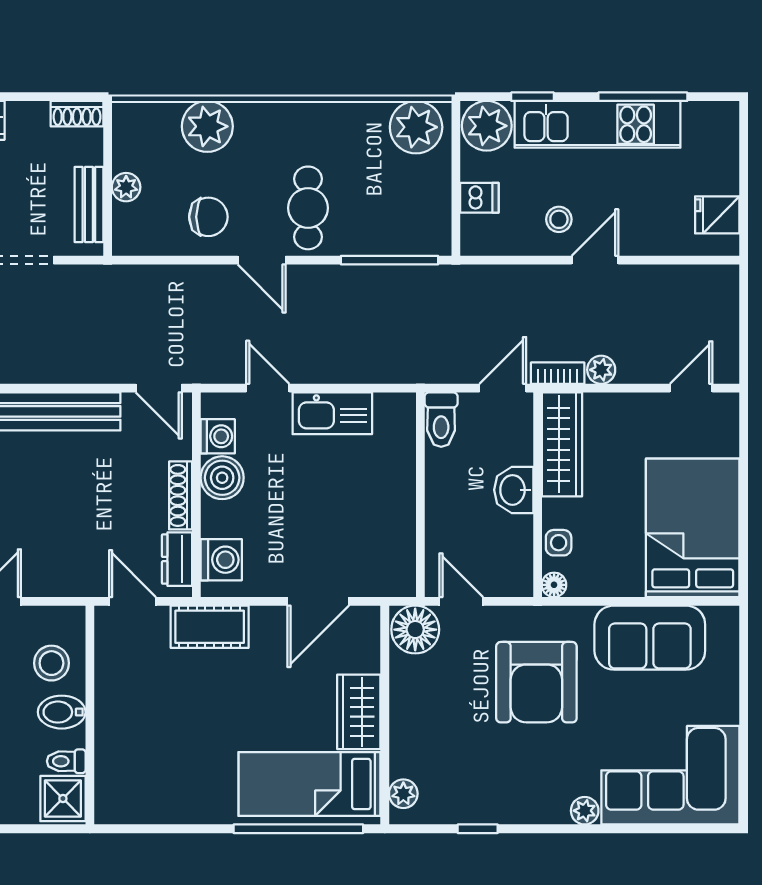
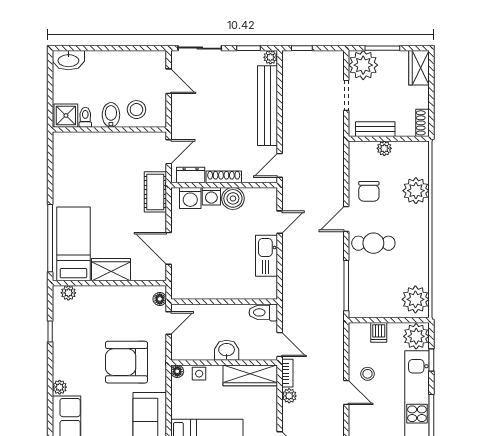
washing machine: (218, 436) -> (211, 196), moved
floor lamp: (415, 630) -> (160, 299), width x0.53, depth x0.53

